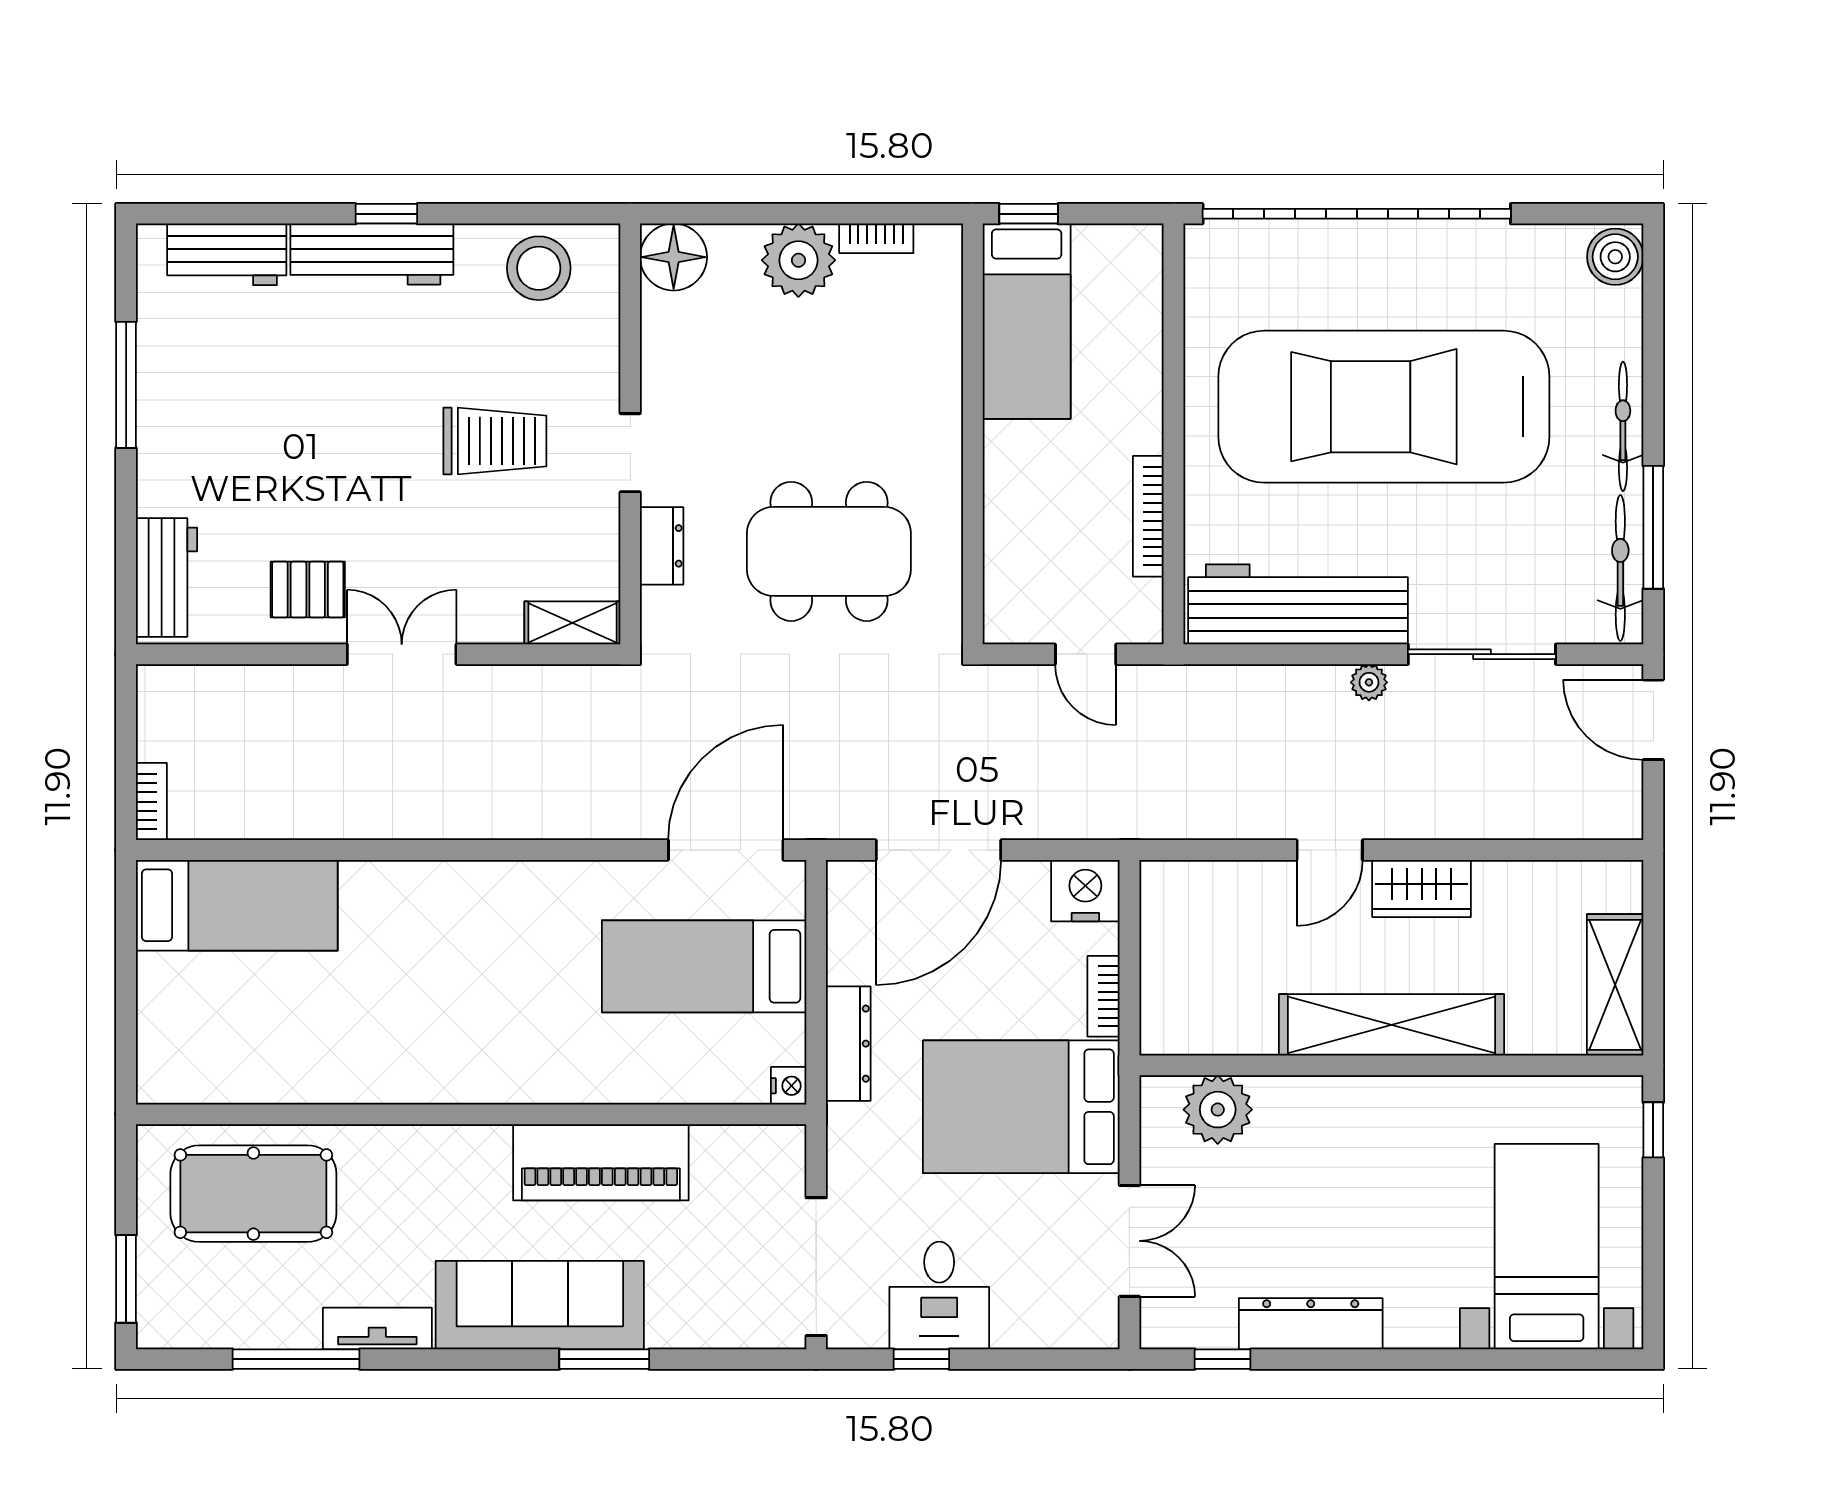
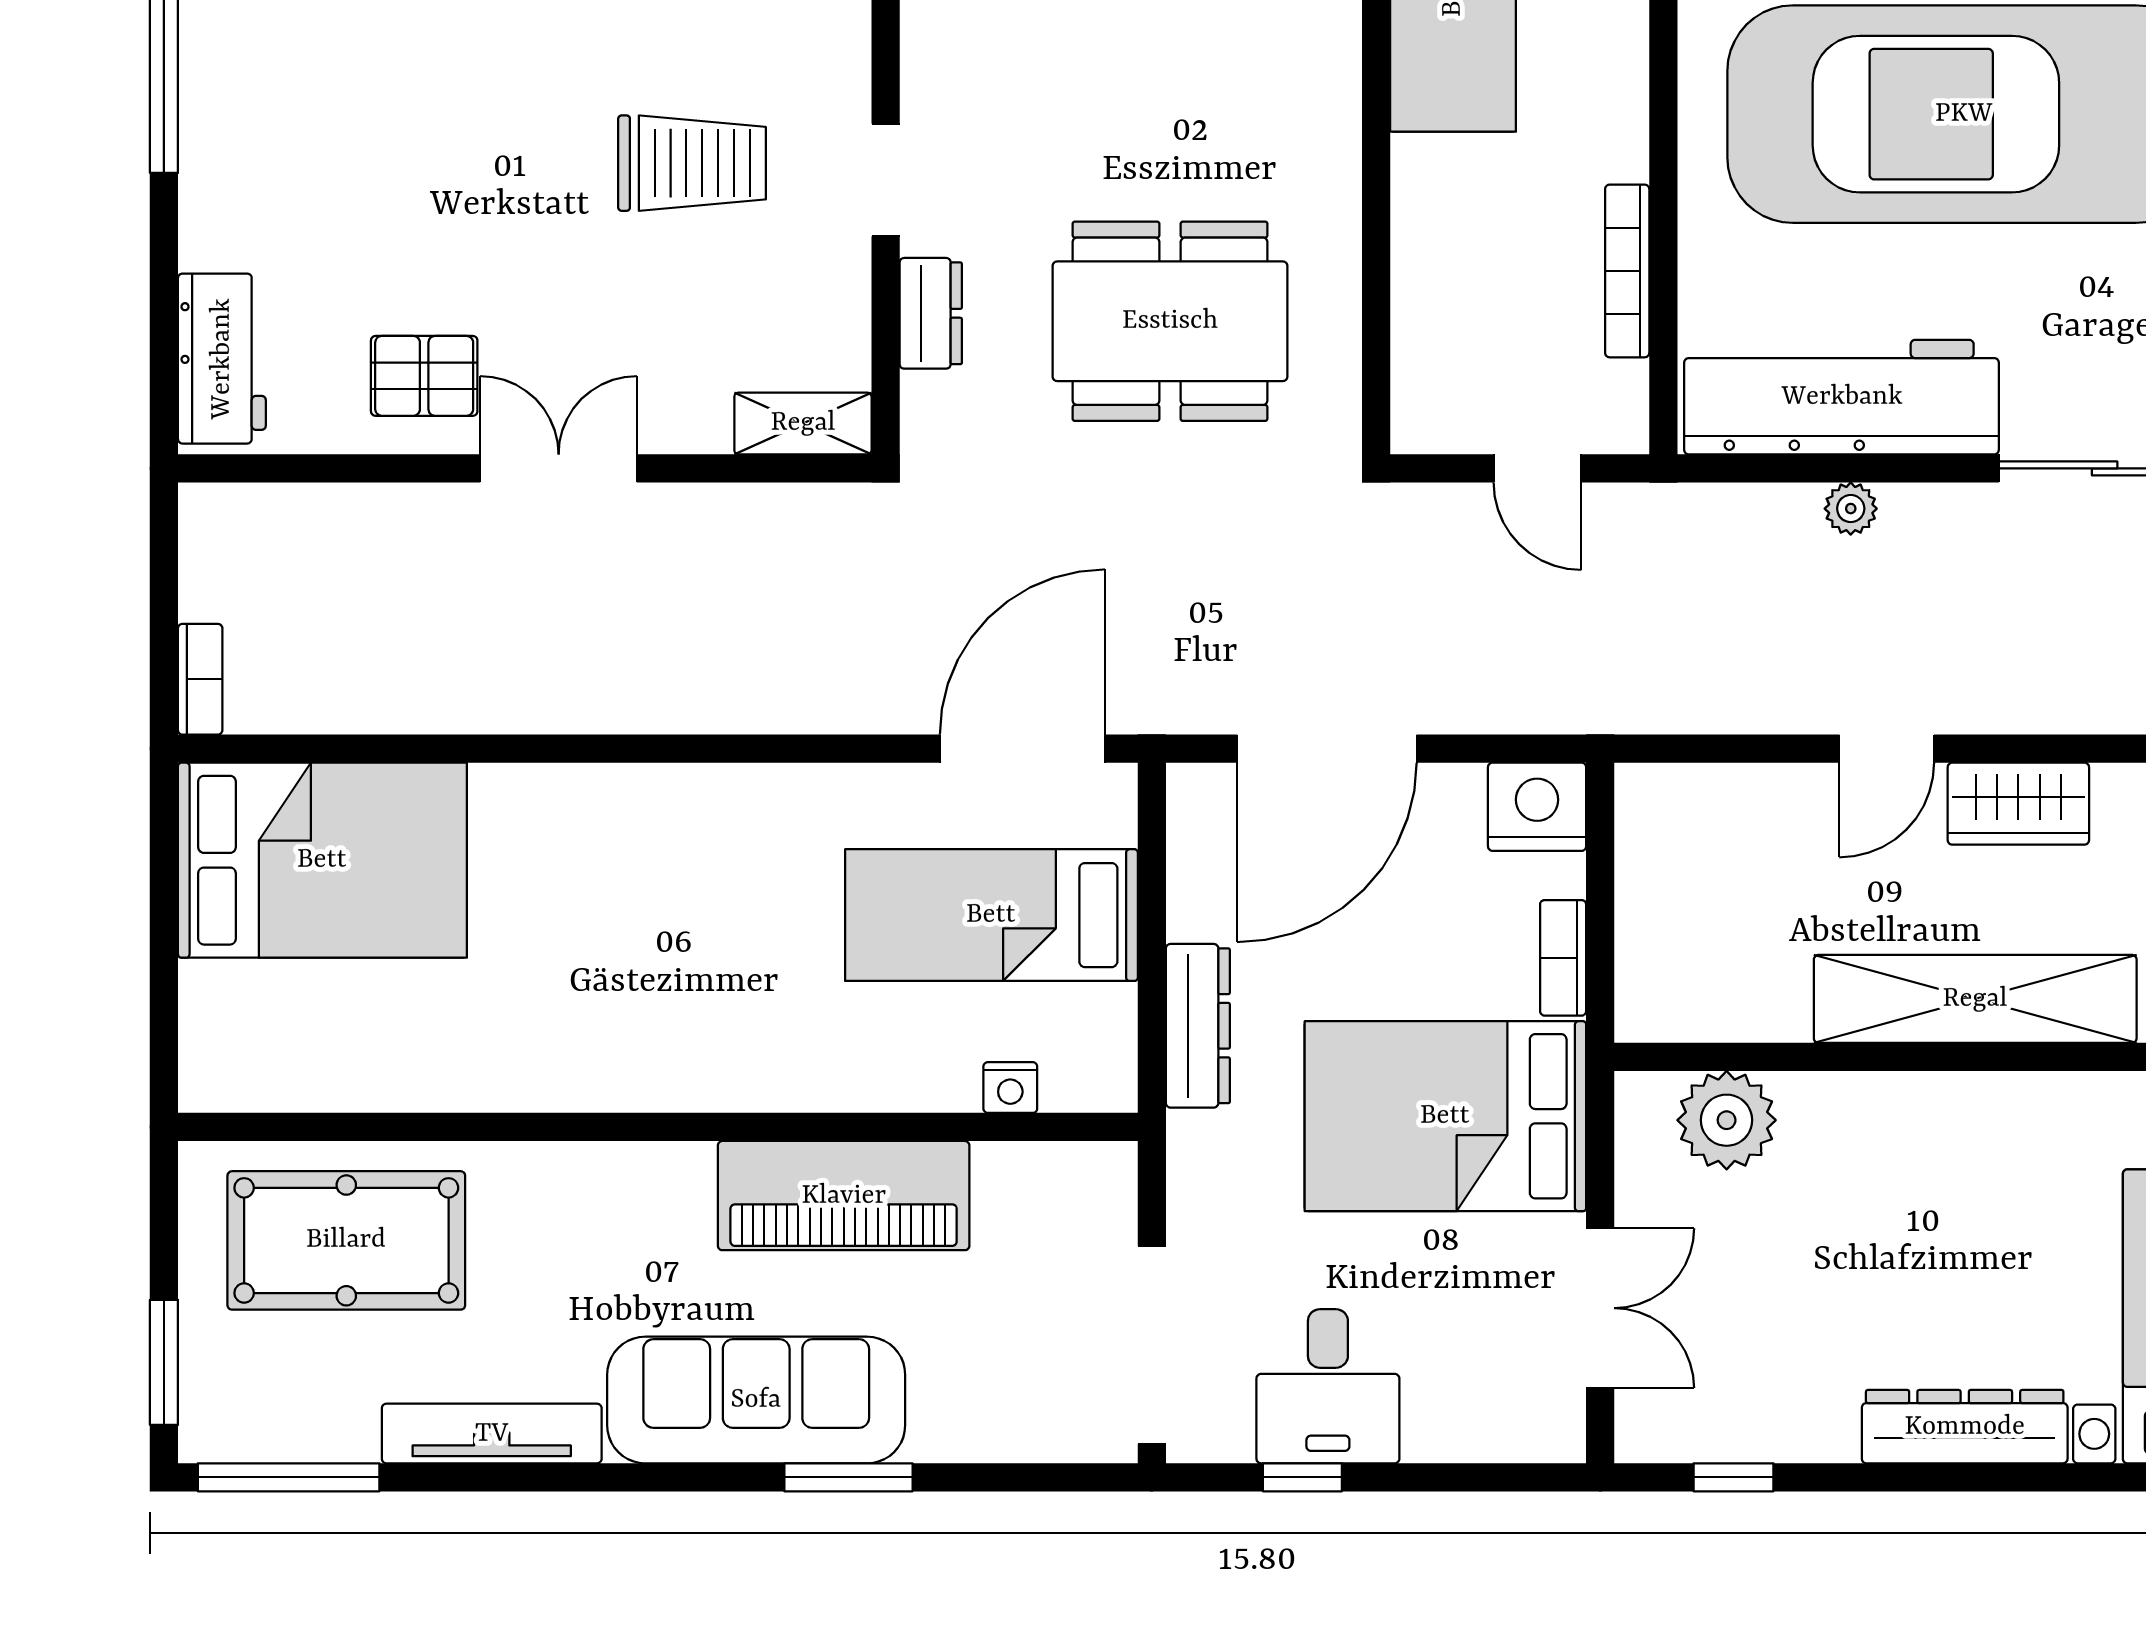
plant: (1369, 682) -> (1851, 509), moved
bed: (237, 905) -> (322, 860), width x1.50
nightstand: (789, 1086) -> (1010, 1088), moved, turned 90
dresser: (1311, 1324) -> (1965, 1427), moved
tv unit: (377, 1329) -> (492, 1434), width x1.41
window: (296, 1359) -> (289, 1477), moved

